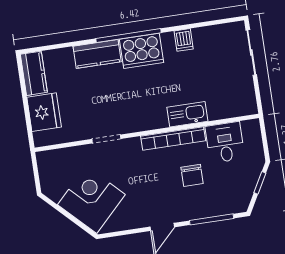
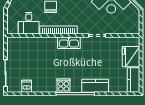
dishwasher: (184, 40) -> (27, 86), moved
cooker: (142, 51) -> (64, 86), width x0.53, depth x0.76
kitchen sink: (187, 114) -> (69, 43), moved

